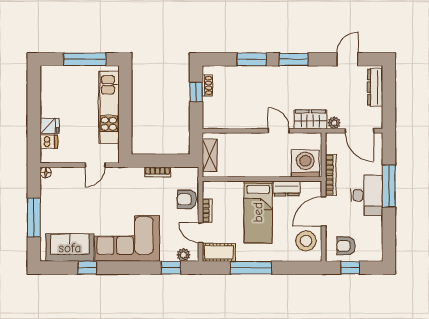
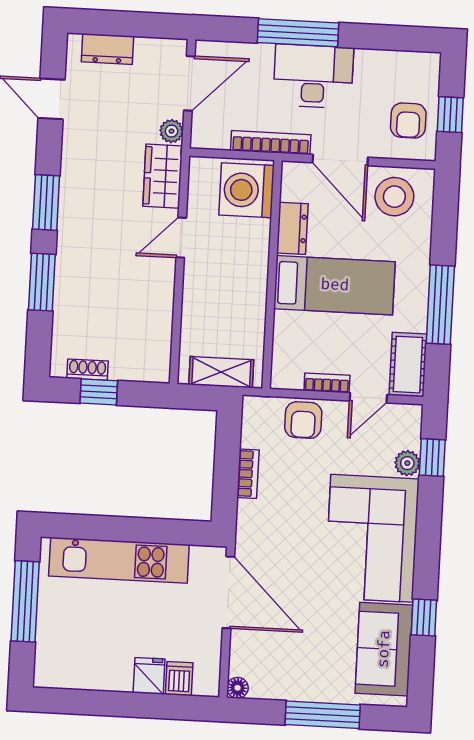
dresser: (375, 87) -> (107, 49), width x0.70
door: (95, 165) -> (228, 592), width x1.87
plant: (183, 255) -> (407, 463), moved

